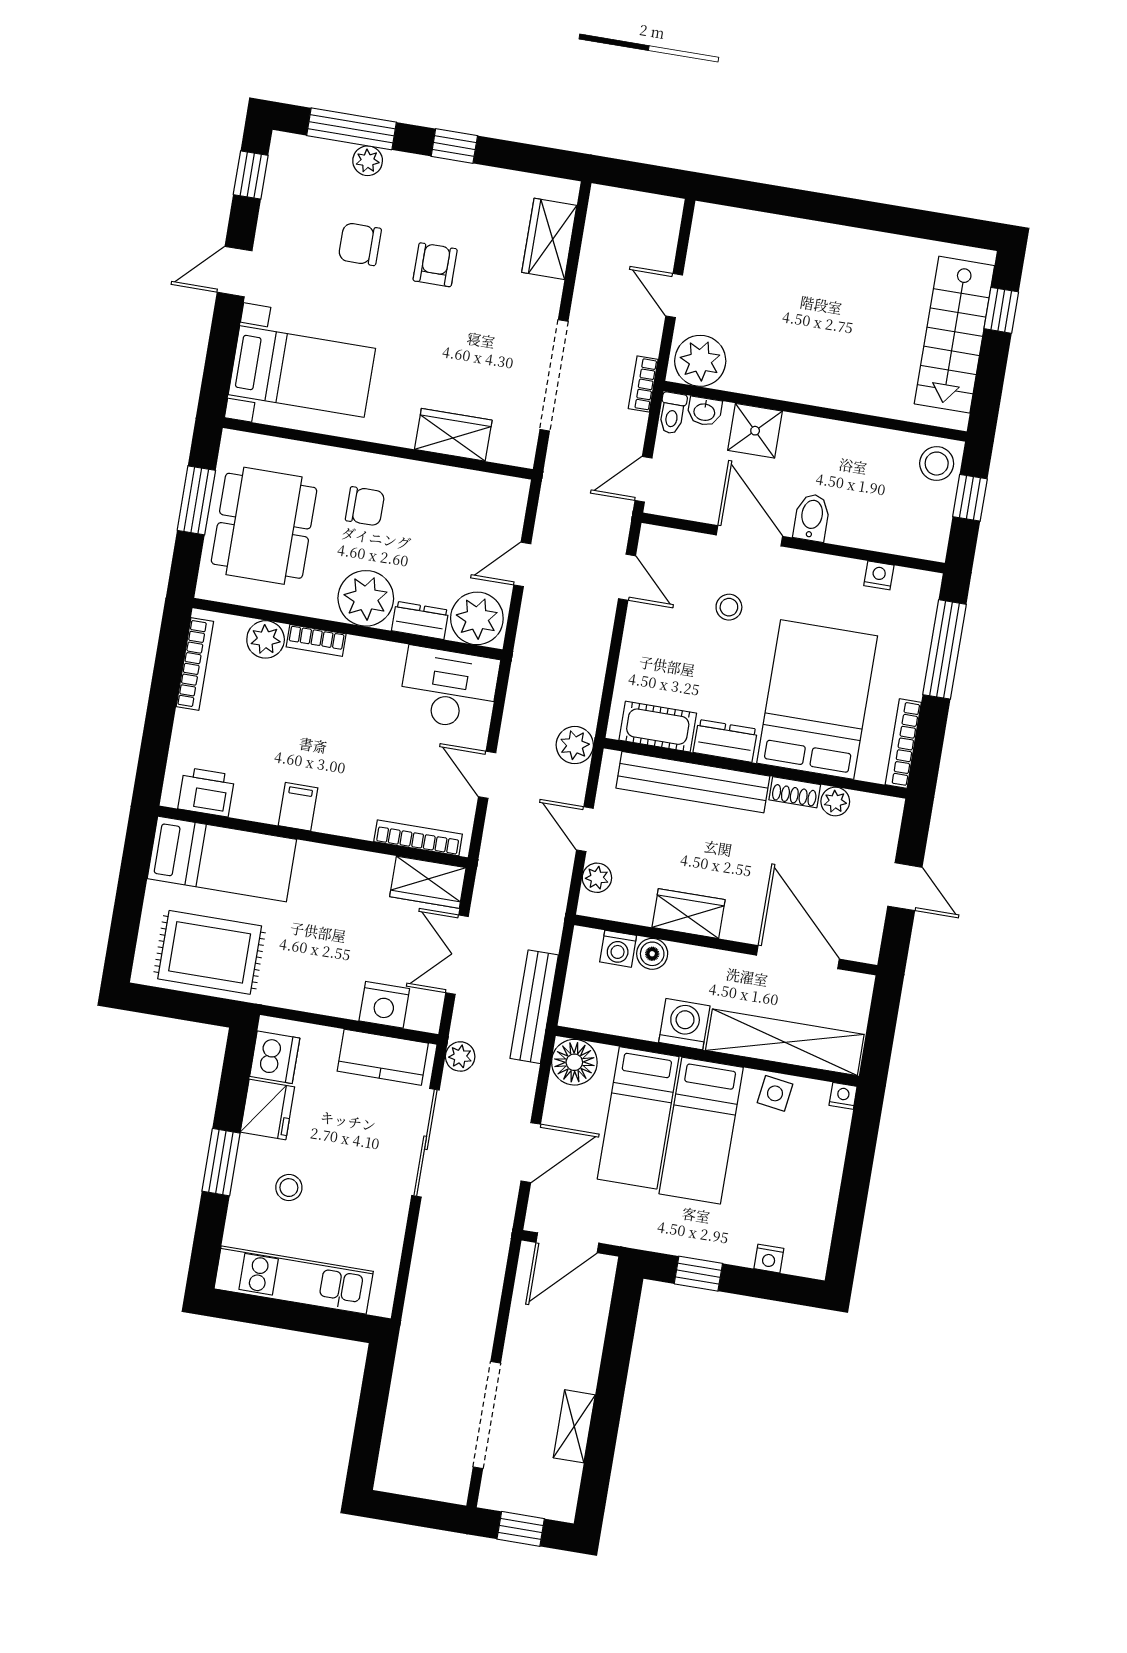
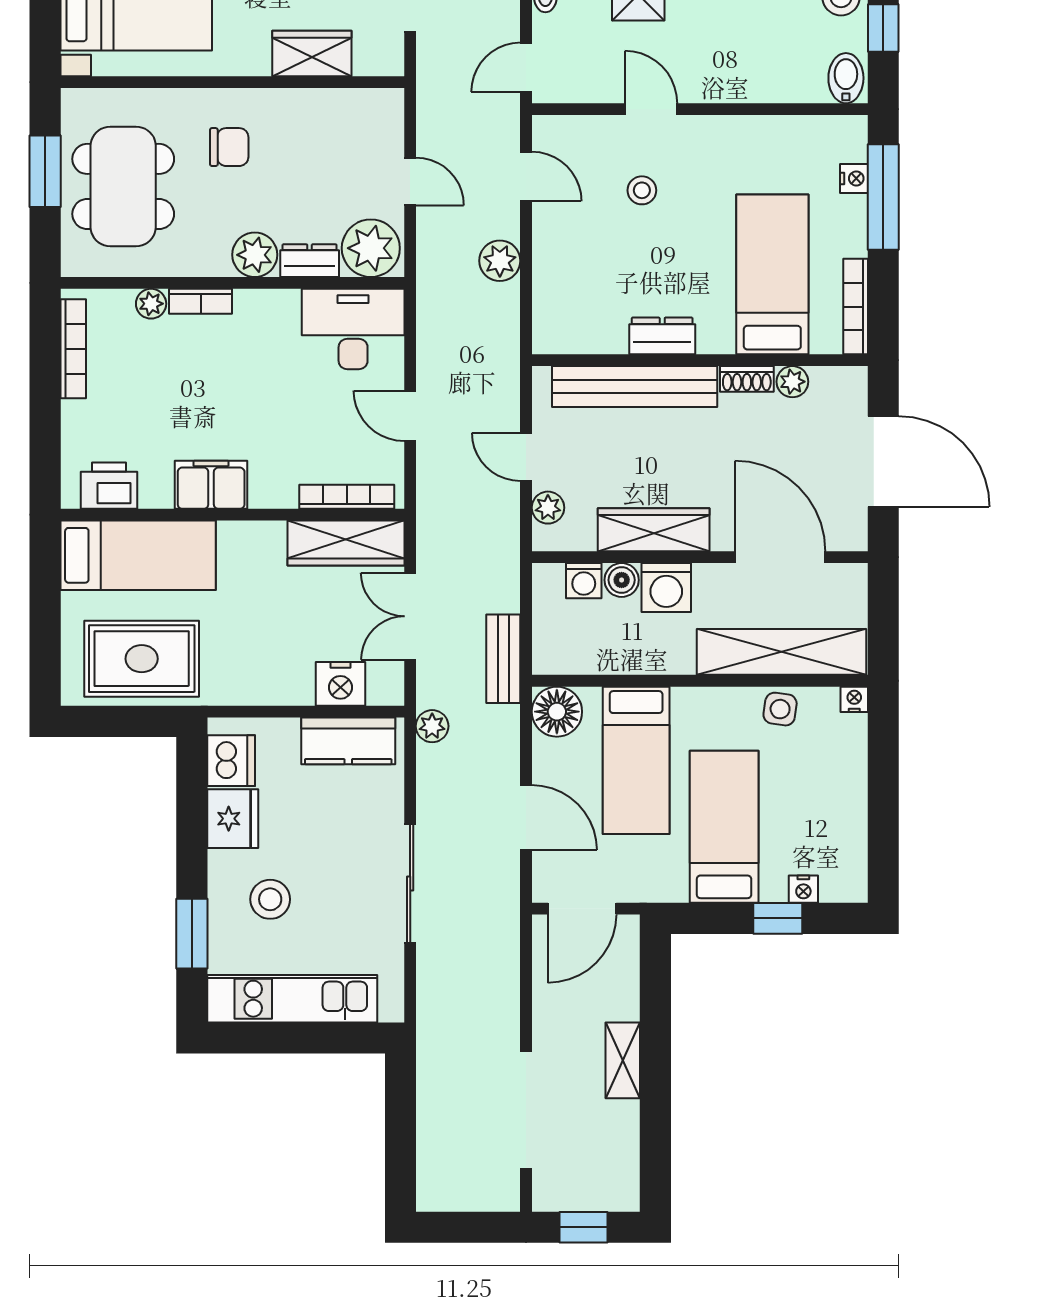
bidet: (812, 518) -> (846, 78), moved
door: (749, 536) -> (651, 109), width x0.73
door: (522, 564) -> (410, 181), swing flipped
nightstand: (879, 575) -> (854, 178), moved, turned 90
plant: (366, 598) -> (255, 255), width x0.73, depth x0.73
plant: (266, 639) -> (151, 304), width x0.73, depth x0.73
bed: (817, 699) -> (772, 274), width x0.67
cot: (658, 727) -> (586, 333), removed
plant: (575, 745) -> (500, 261), moved
filing cabinet: (298, 807) -> (211, 485), width x2.00
wardrobe: (428, 882) -> (346, 543), width x1.50
door: (905, 887) -> (883, 461), width x1.88
wardrobe: (688, 914) -> (654, 530), width x1.50
bench: (534, 1007) -> (503, 659), width x0.73
washing machine: (684, 1024) -> (666, 587), moved, turned 180
bed: (701, 1131) -> (724, 827), moved, turned 180
sliding door: (425, 1143) -> (410, 883), moved
door: (531, 1153) -> (526, 817), hinge flipped
window: (221, 1162) -> (192, 934), moved
stool: (289, 1188) -> (270, 899), width x1.37, depth x1.37
window: (698, 1274) -> (778, 918), moved
shelving: (574, 1426) -> (623, 1060), moved

